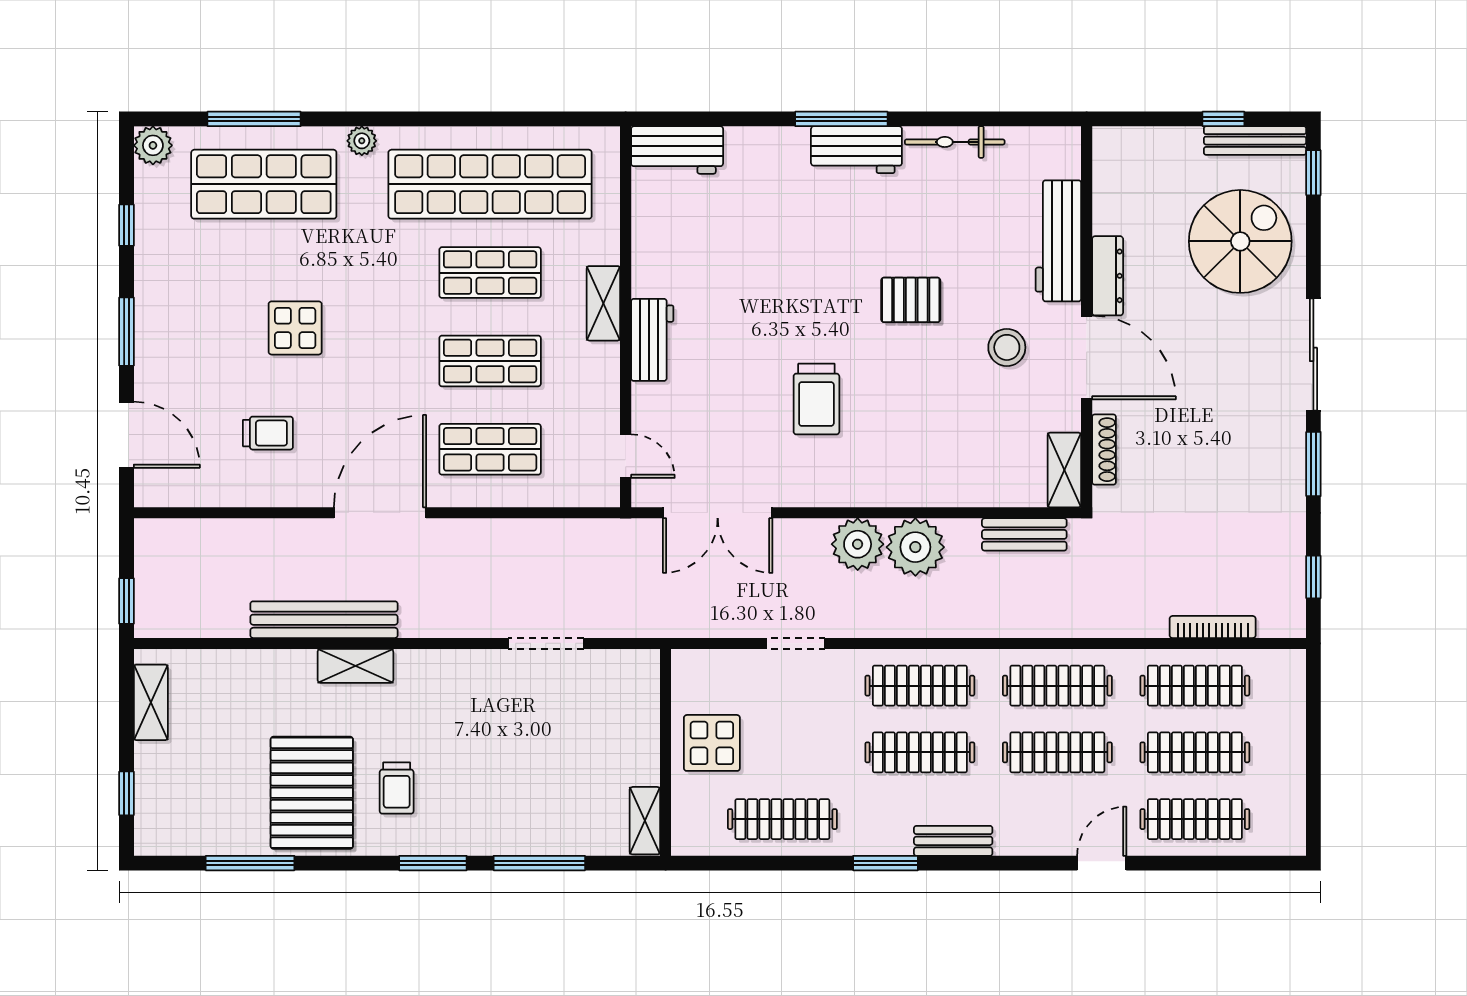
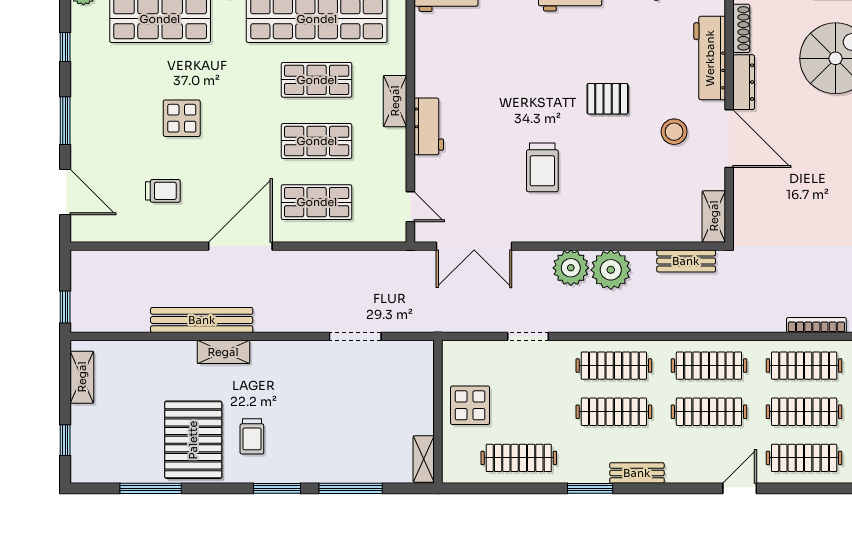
shoe rack: (1104, 450) -> (741, 28), moved

